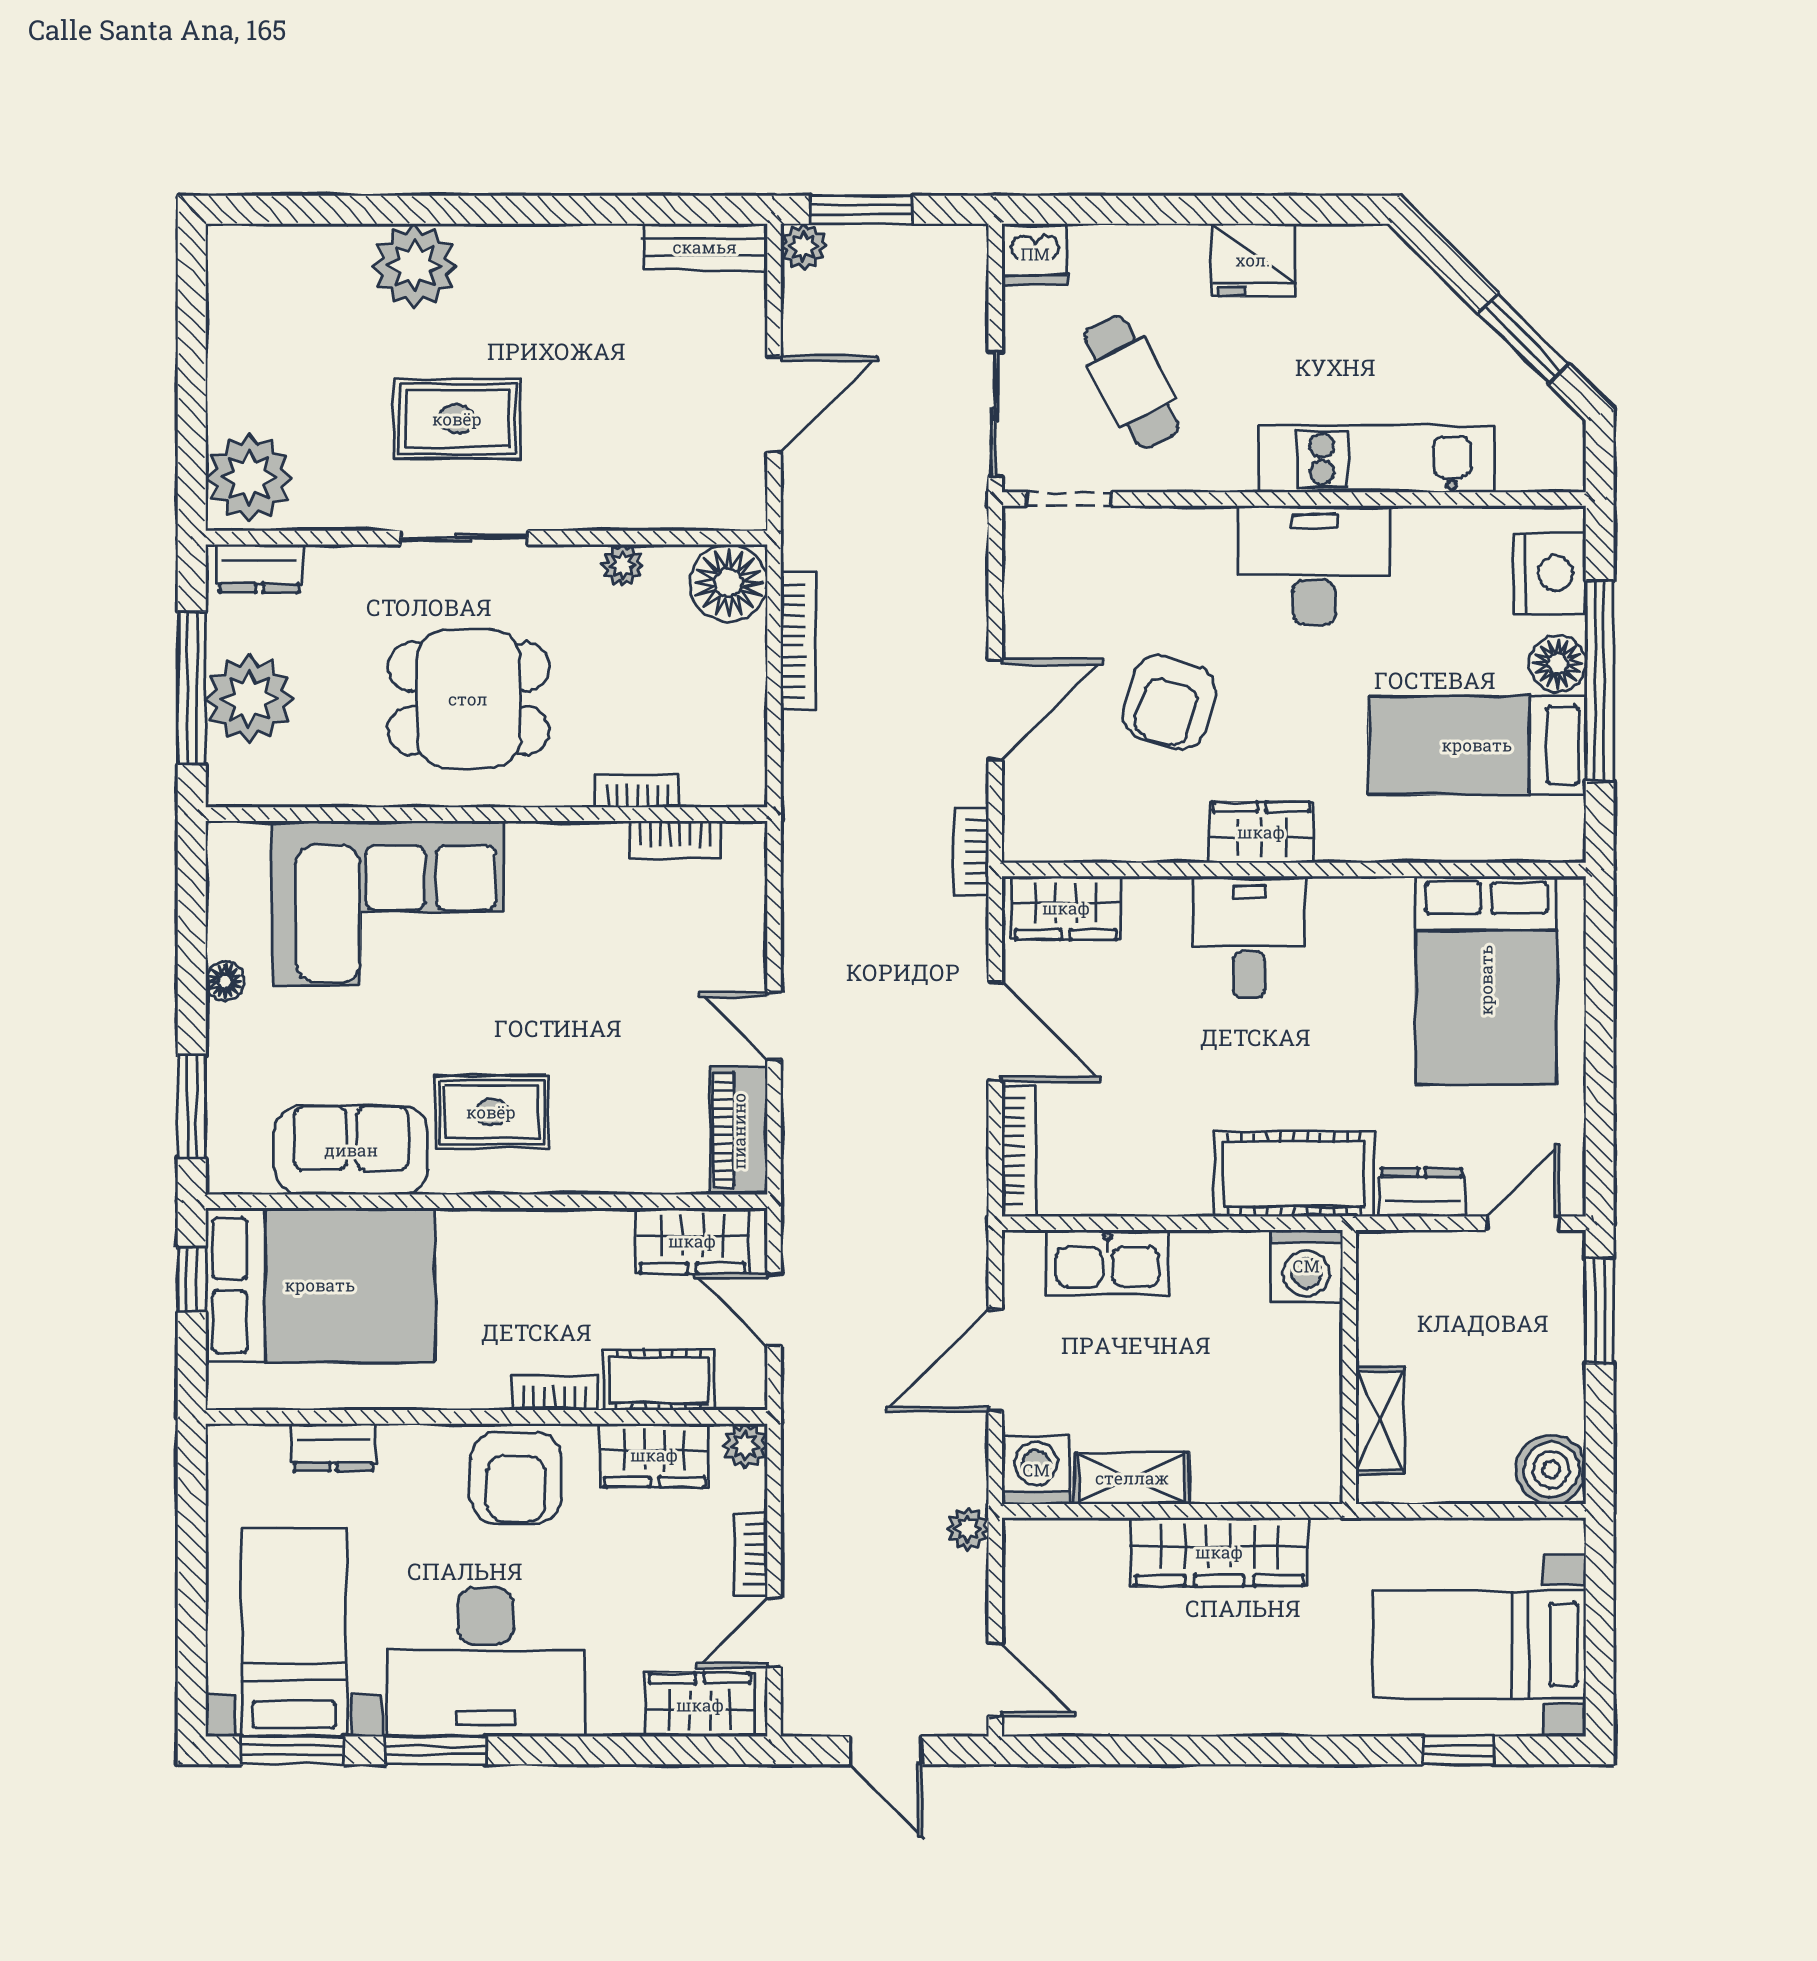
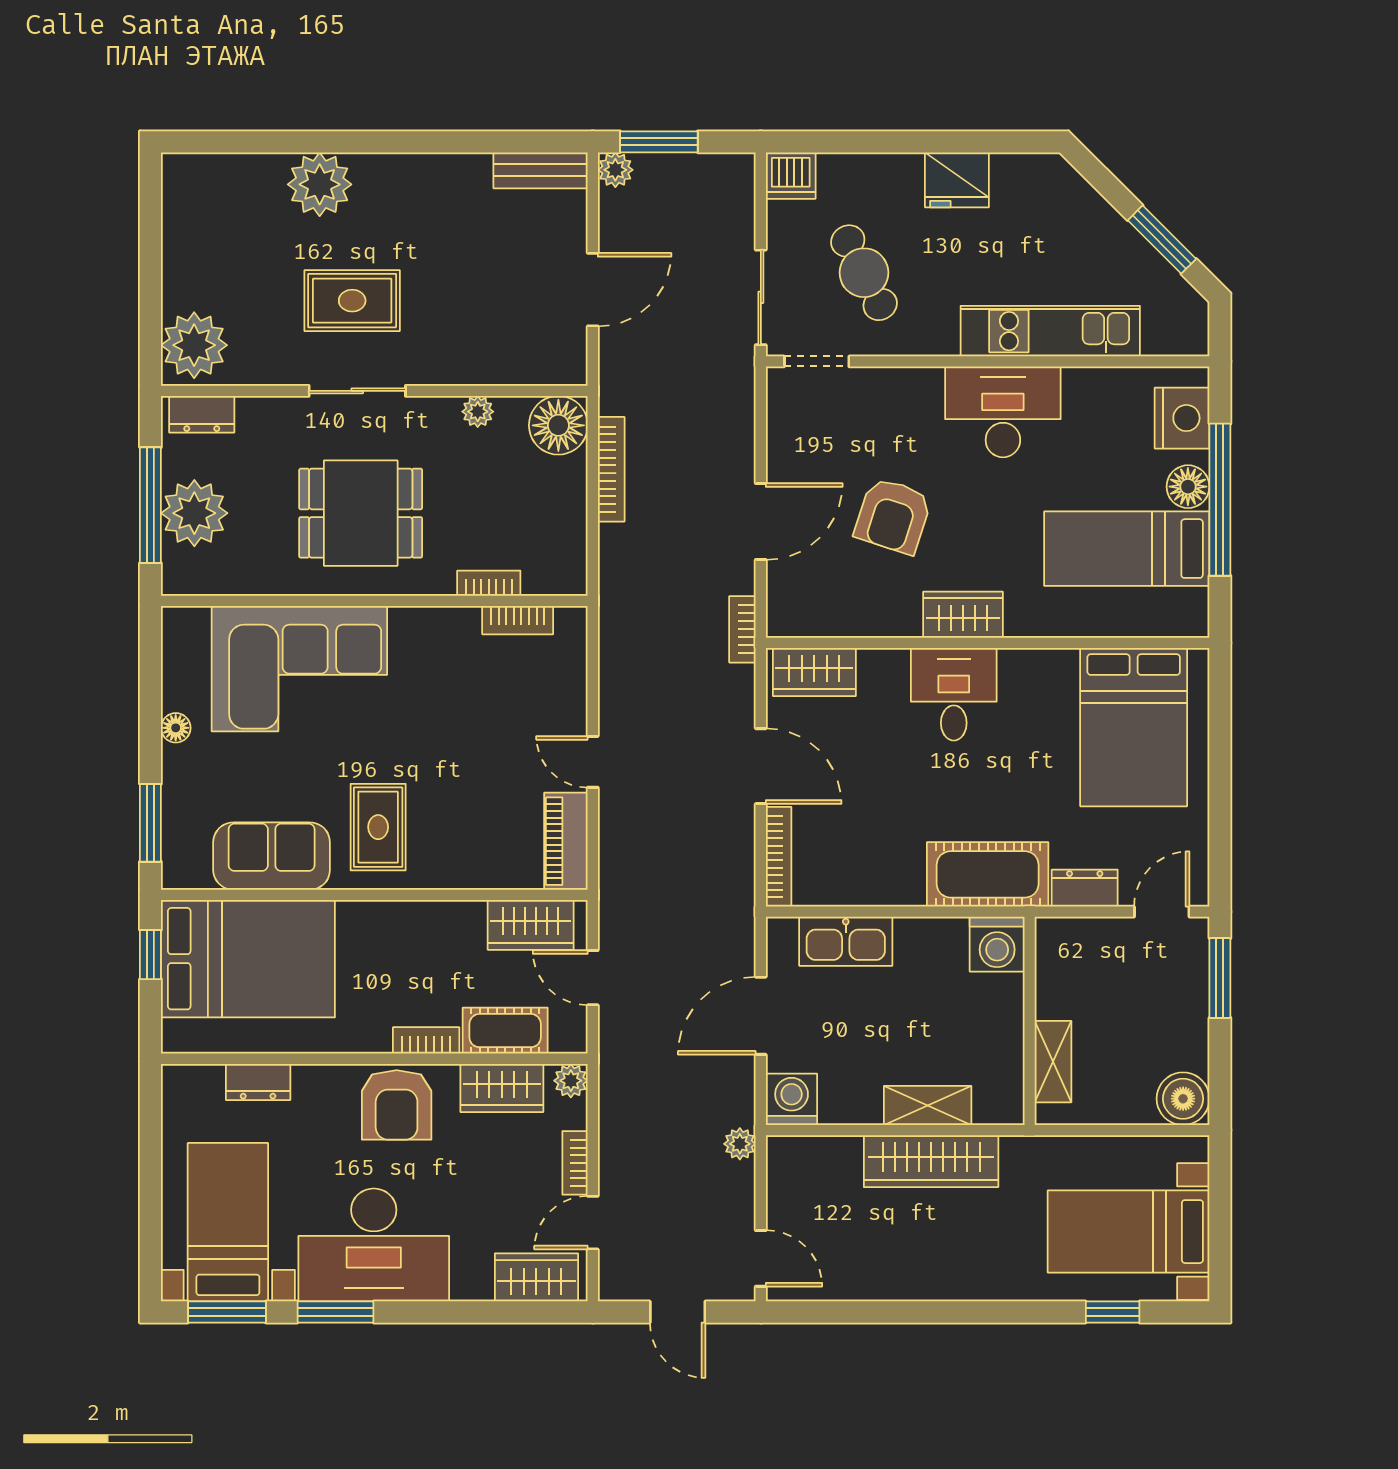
rug: (491, 1112) -> (378, 827), turned 90
shelving: (1132, 1478) -> (928, 1105), moved

